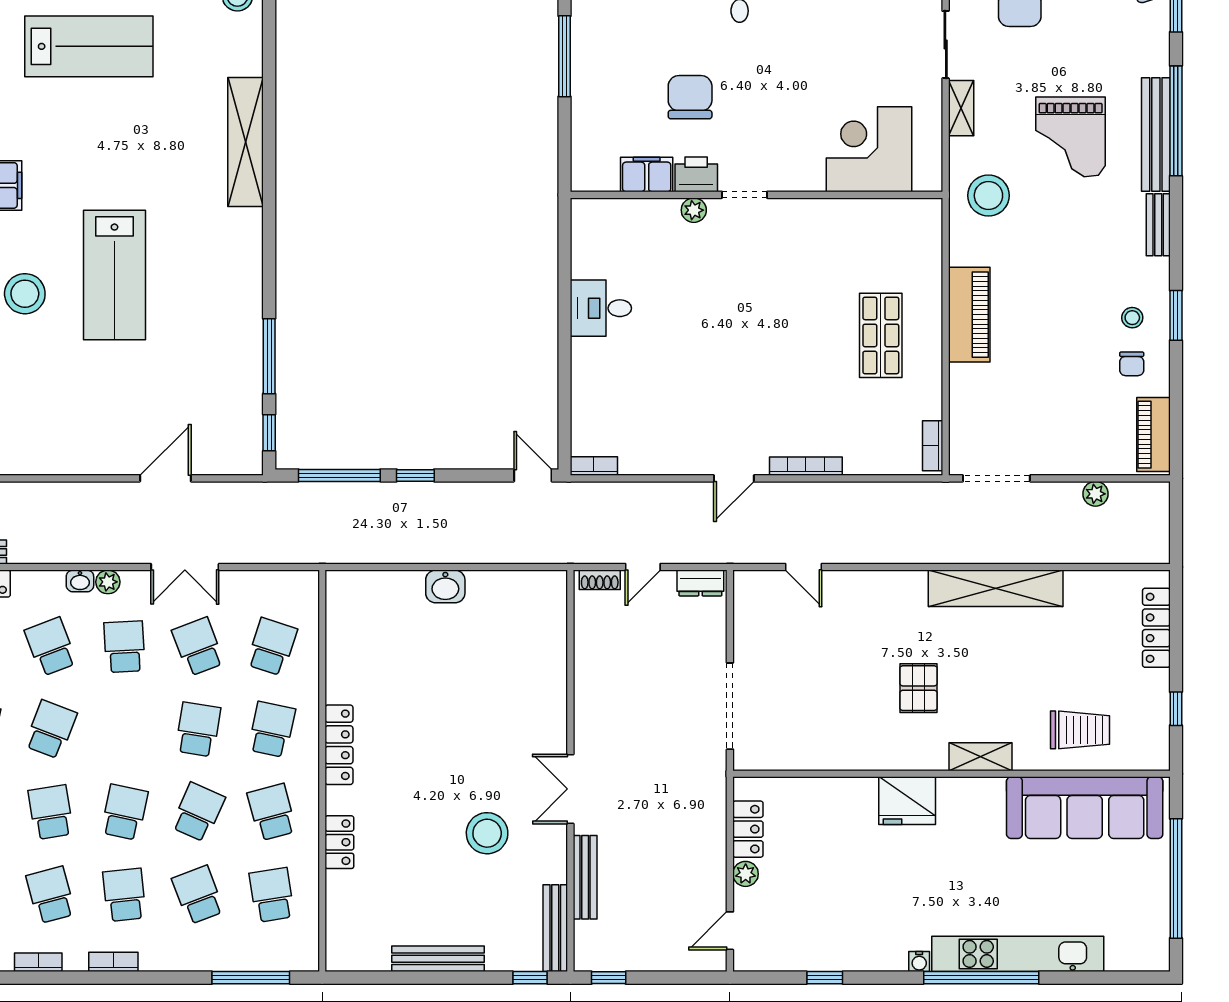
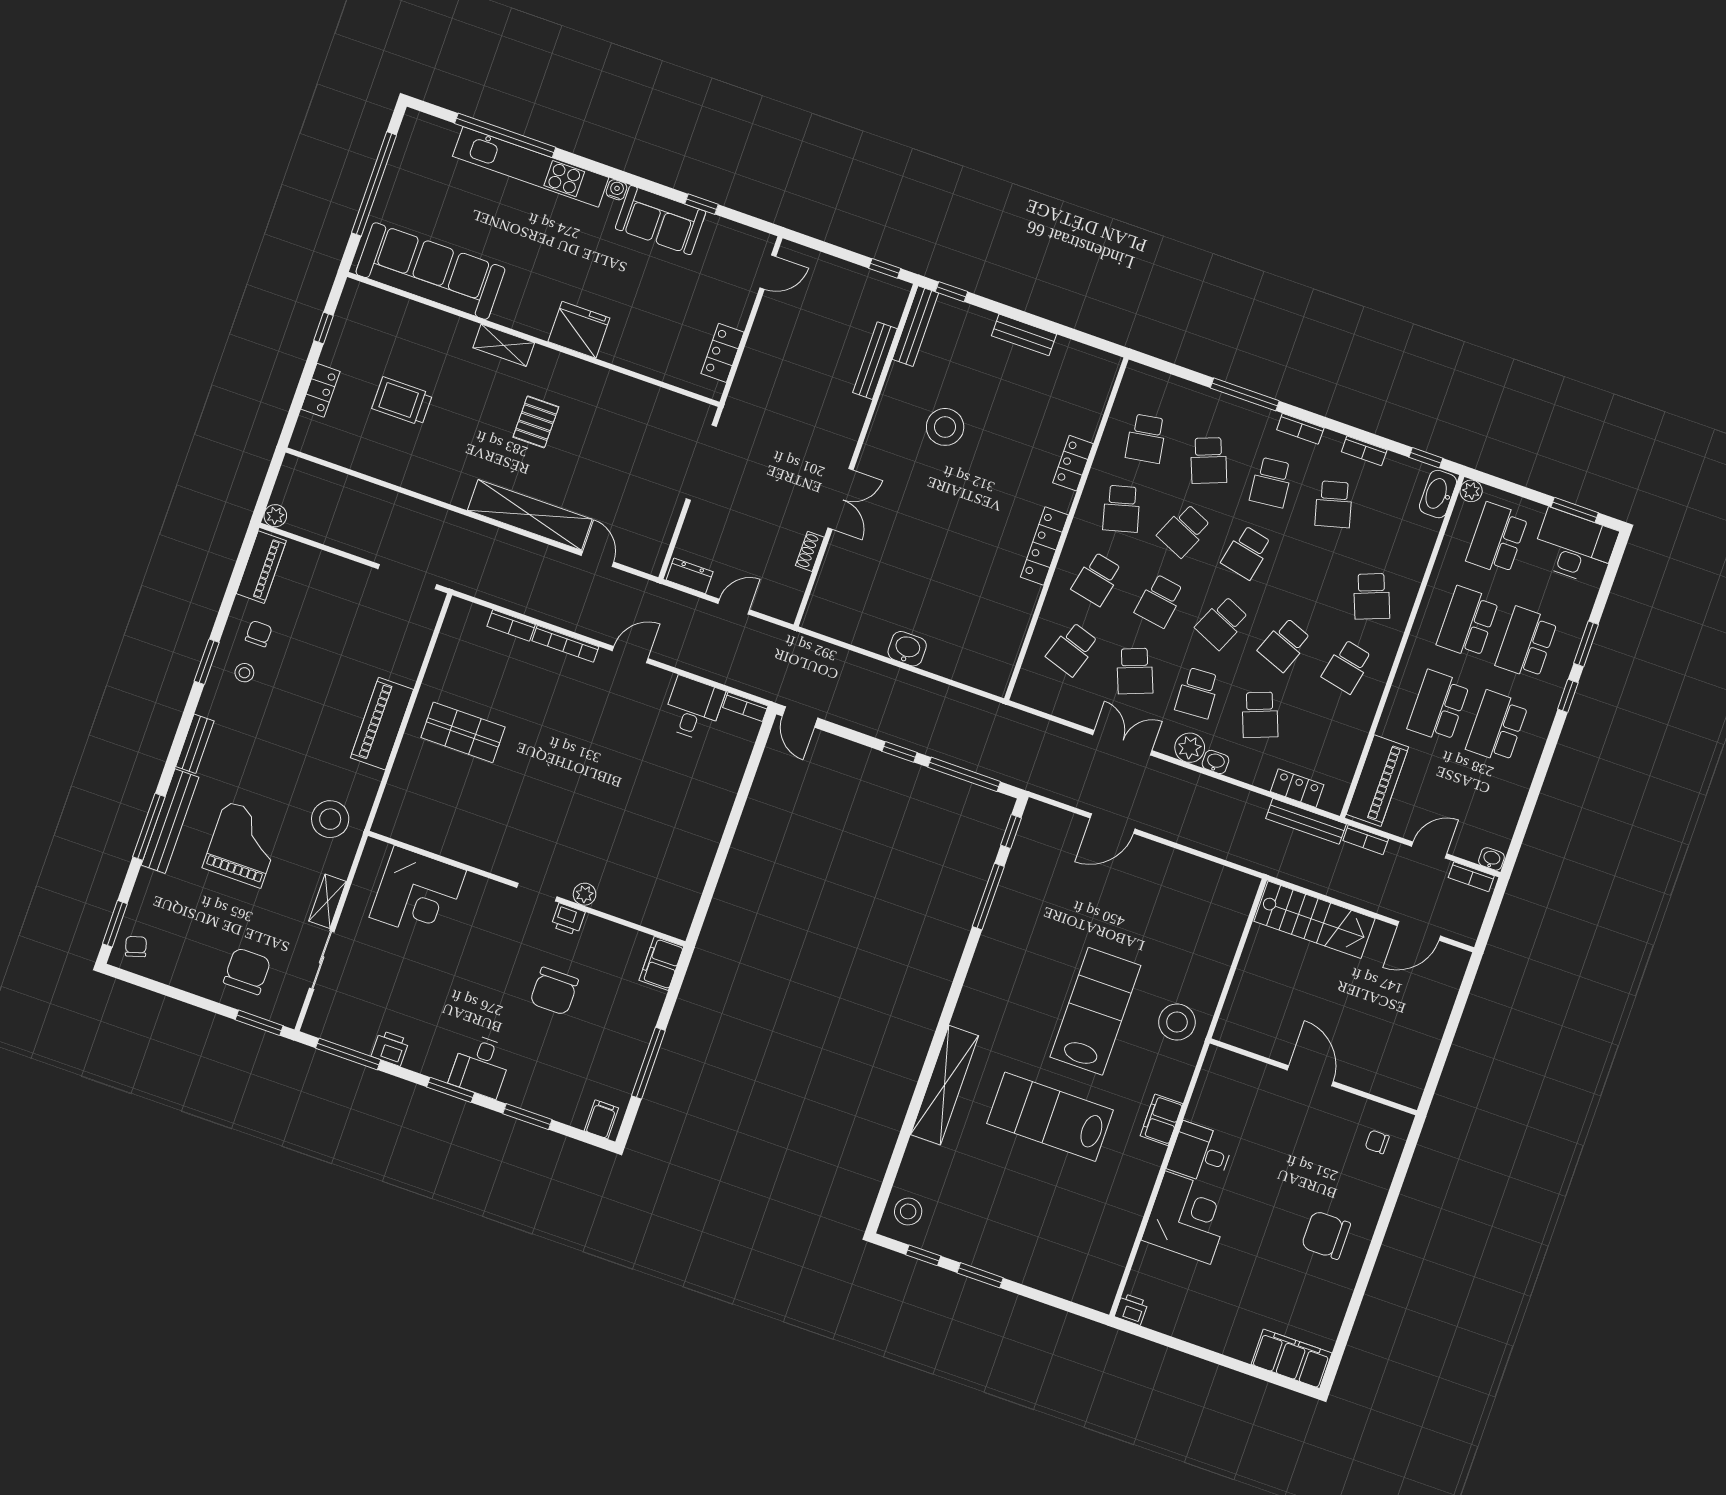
lab bench: (89, 46) -> (1050, 1117), moved
window: (1176, 121) -> (149, 827), width x0.68
filing cabinet: (647, 174) -> (661, 963), moved, turned 90
printer: (696, 174) -> (568, 919), width x0.73, depth x0.81
desk: (601, 308) -> (693, 709), moved, turned -90
shop shelf: (881, 335) -> (463, 732), turned 90
bookcase: (933, 446) -> (511, 625), moved, turned 90
plant: (1095, 494) -> (275, 516), moved
shoe rack: (600, 580) -> (810, 551), moved, turned -90
plant: (108, 582) -> (1190, 748), width x1.38, depth x1.38
shelving: (996, 588) -> (530, 515), moved
locker: (1156, 628) -> (320, 390), width x0.66
trolley: (1080, 730) -> (402, 401), moved
double door: (570, 789) -> (840, 499), moved
school desk: (51, 812) -> (1222, 623), moved, turned 33
plant: (746, 874) -> (738, 316), removed
sofa: (862, 946) -> (661, 220), added
bench: (438, 959) -> (1024, 335), width x0.73
window: (251, 978) -> (1245, 394), moved
window: (981, 978) -> (505, 135), moved

